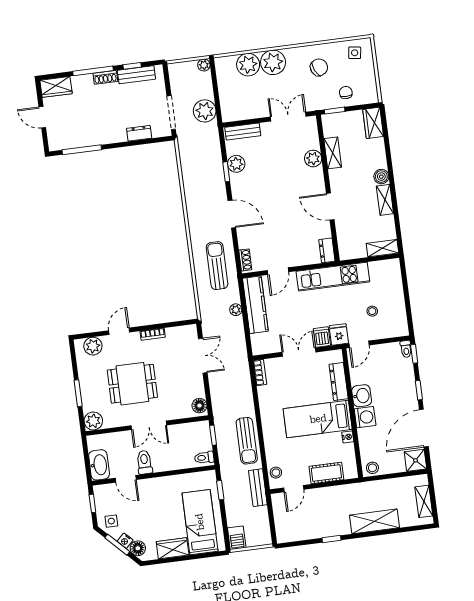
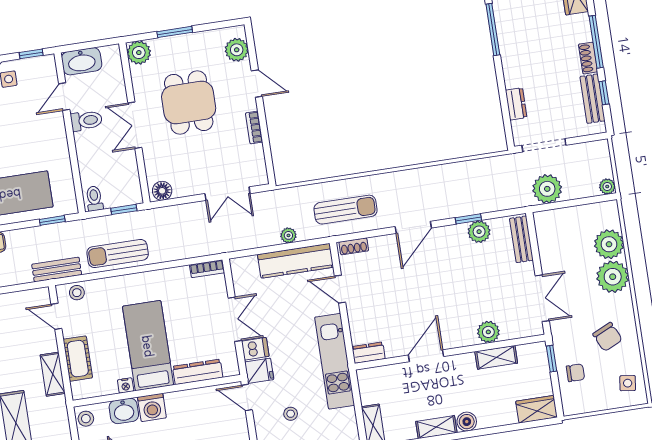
washbasin: (362, 396) -> (124, 411), moved
shelving: (338, 493) -> (53, 374), added

